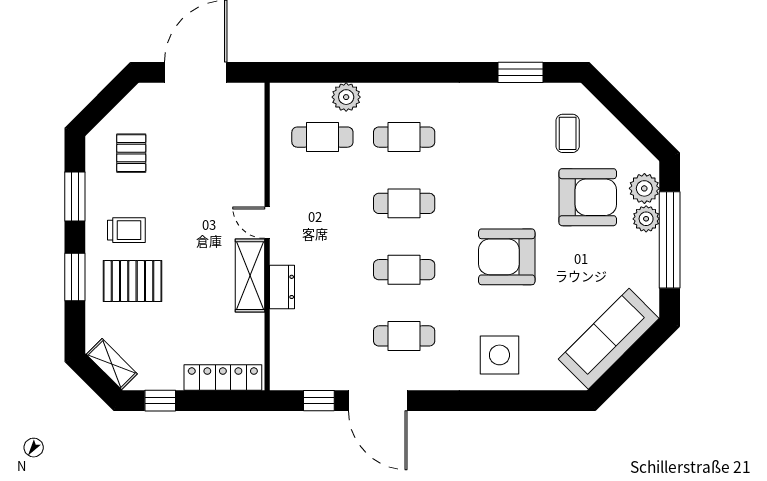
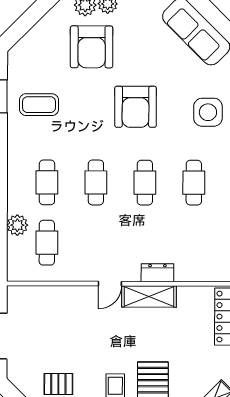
coffee table: (568, 133) -> (39, 105), moved, width x1.36, depth x1.30
armchair: (588, 197) -> (92, 47), turned 180

